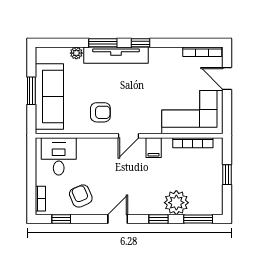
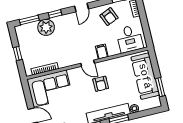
window: (31, 91) -> (160, 87), moved
armchair: (100, 112) -> (101, 84), moved, turned -90
door: (128, 136) -> (88, 63), swing flipped
filing cabinet: (154, 148) -> (102, 52), moved

